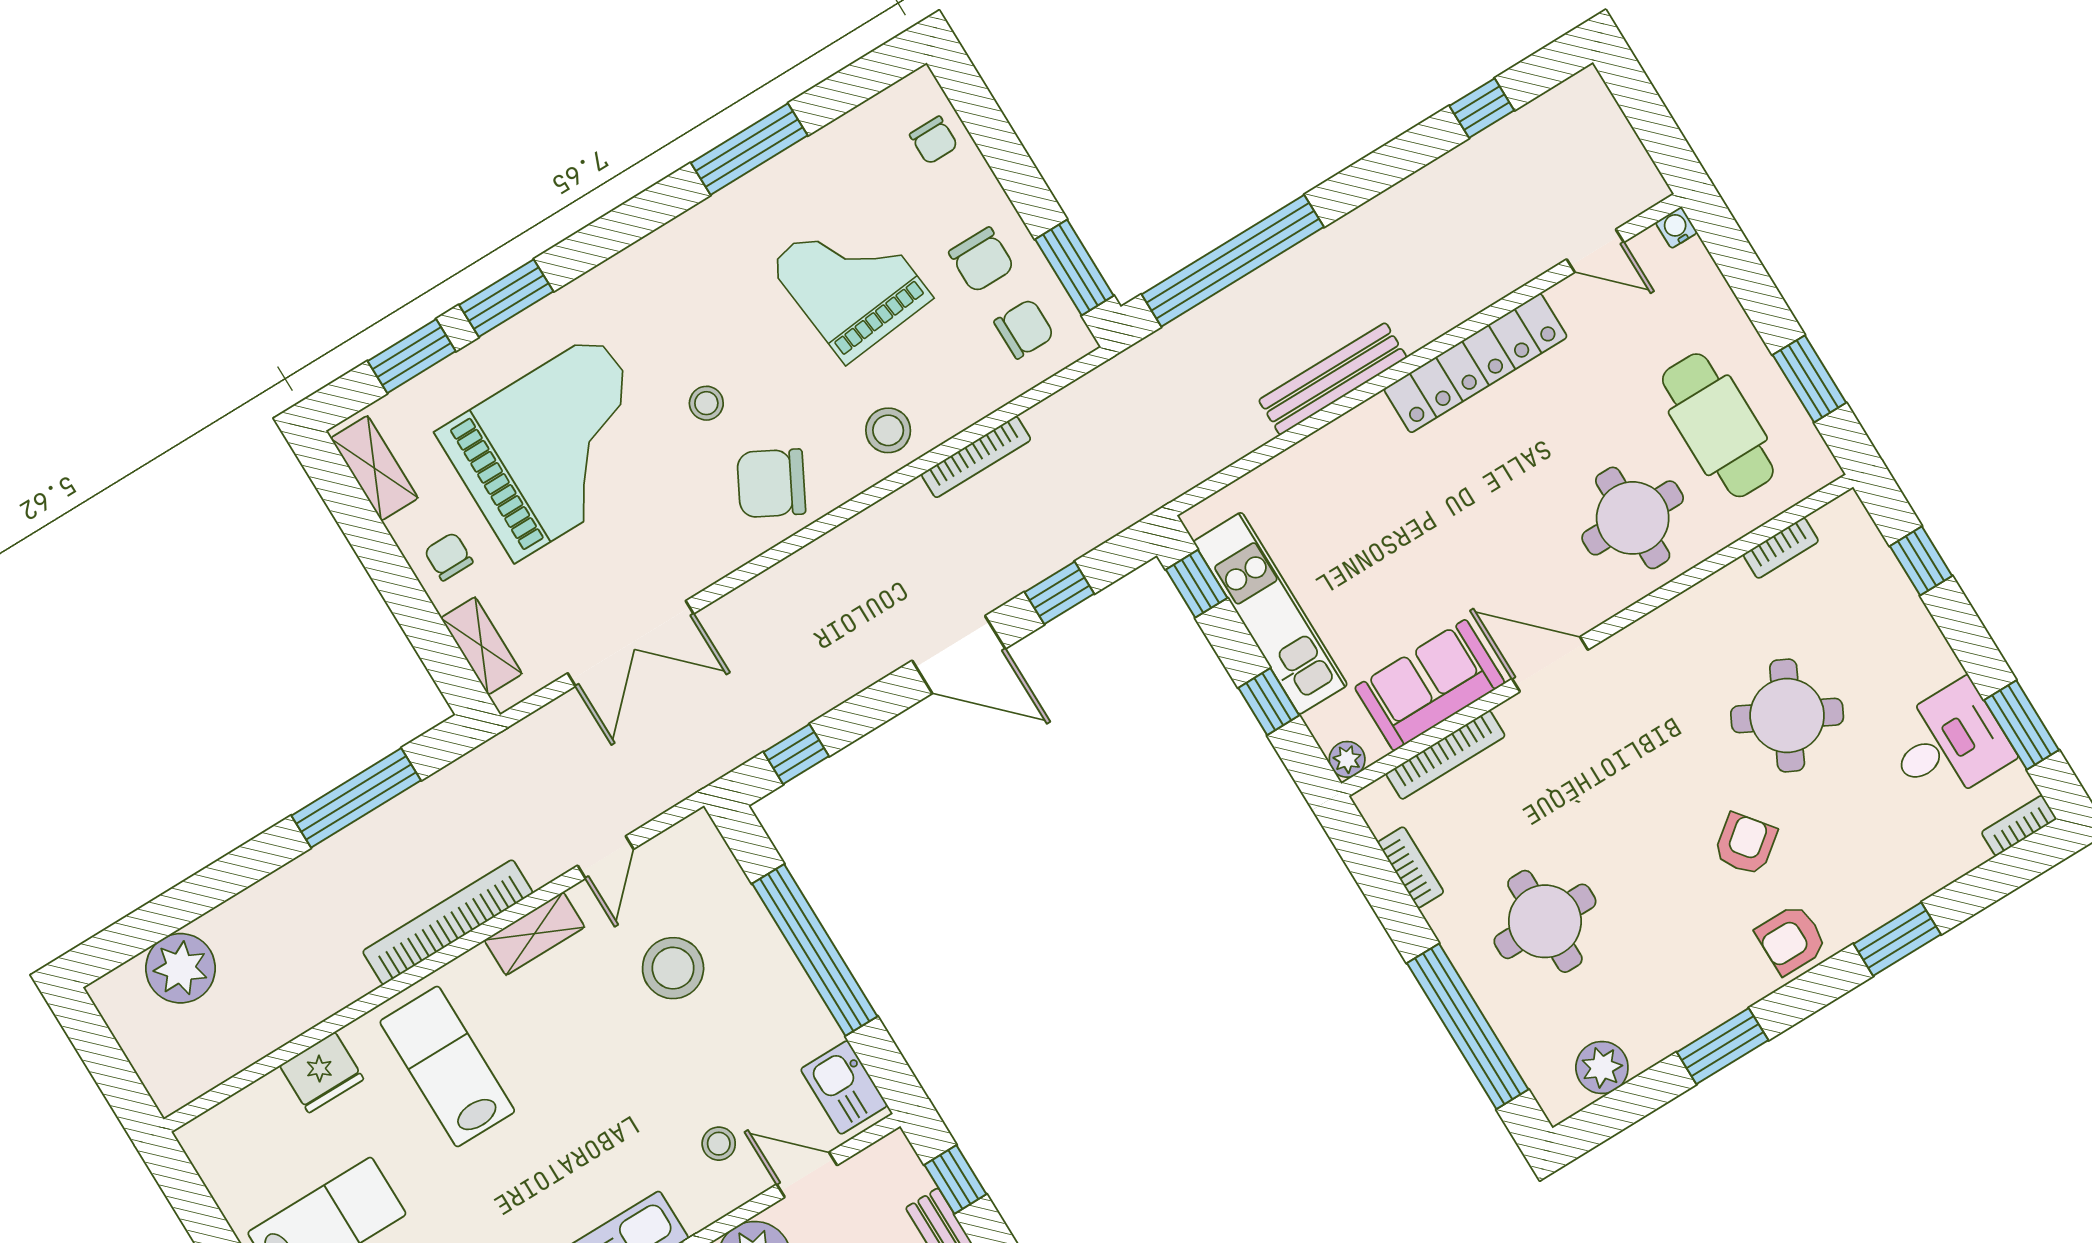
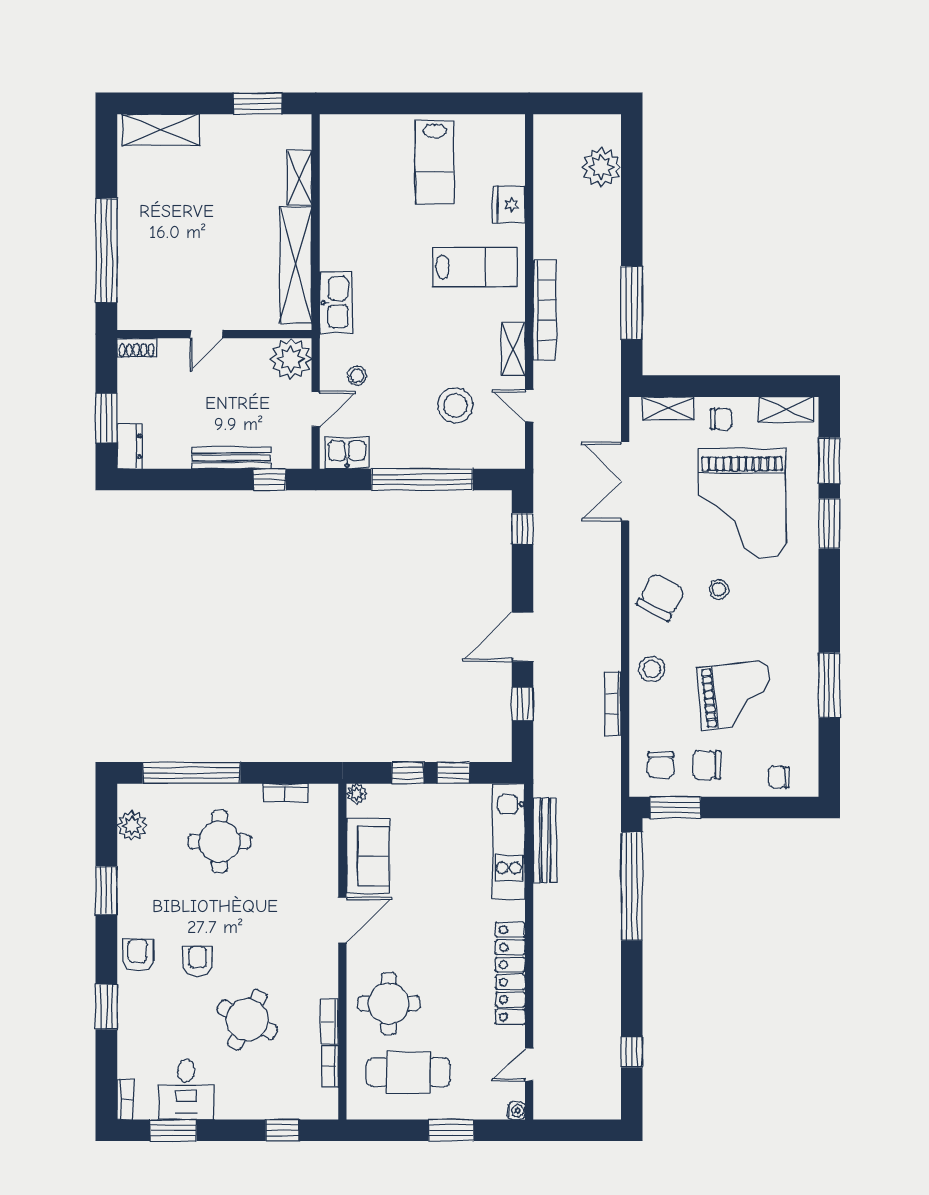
bench: (1333, 379) -> (545, 840), moved
window: (1809, 379) -> (451, 1130), moved
window: (1197, 584) -> (453, 773), moved
kitchen unit: (1270, 613) -> (509, 841), moved, turned 90
bookcase: (1446, 755) -> (330, 1021), moved, width x0.64
armchair: (1745, 844) -> (197, 961), turned -142

